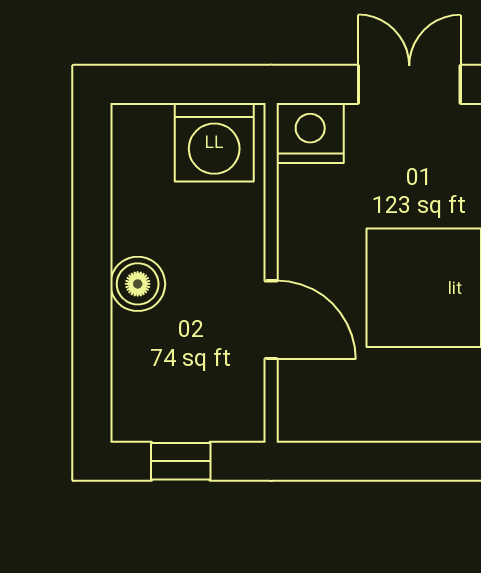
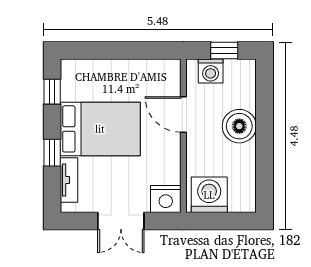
boiler: (138, 284) -> (239, 126), width x1.37, depth x1.37
washing machine: (211, 416) -> (211, 71), added

